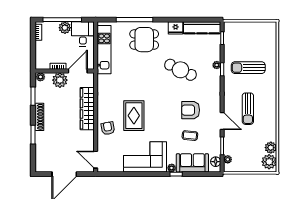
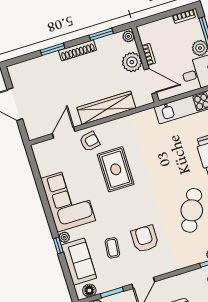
rug: (134, 116) -> (116, 169), turned 90
door: (96, 160) -> (64, 133), moved

